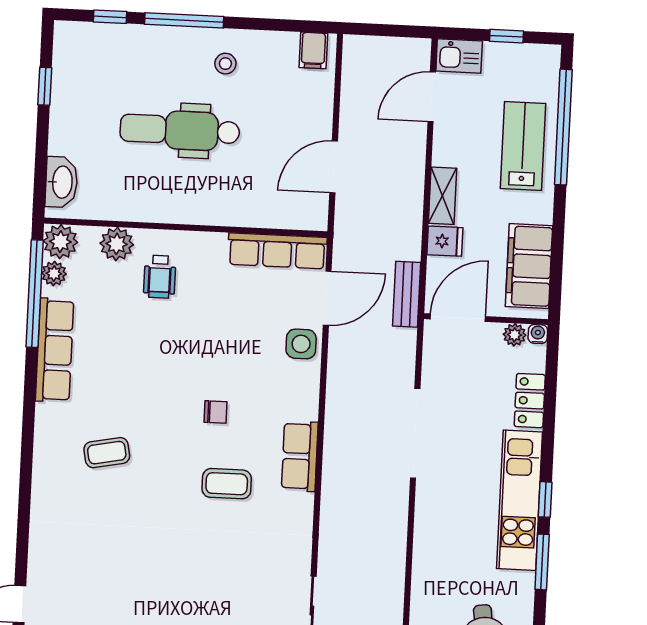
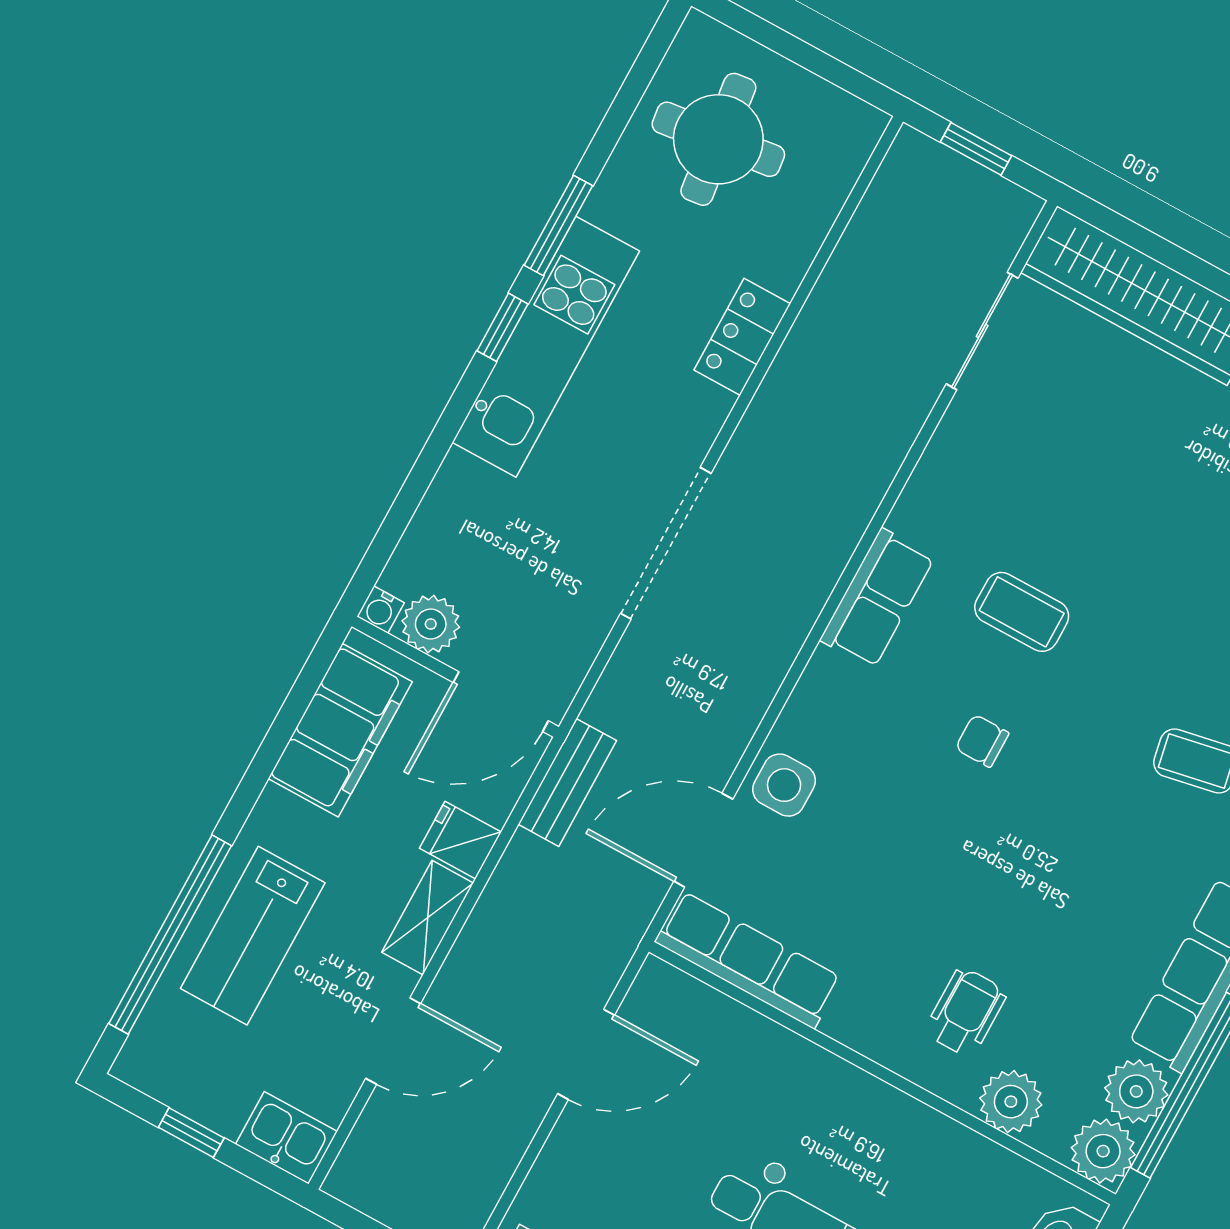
door: (432, 97) -> (393, 1041), moved
plant: (54, 273) -> (1136, 1091), width x1.38, depth x1.38
plant: (515, 335) -> (431, 624), width x1.38, depth x1.38
locker: (530, 401) -> (742, 337), moved, turned 180

